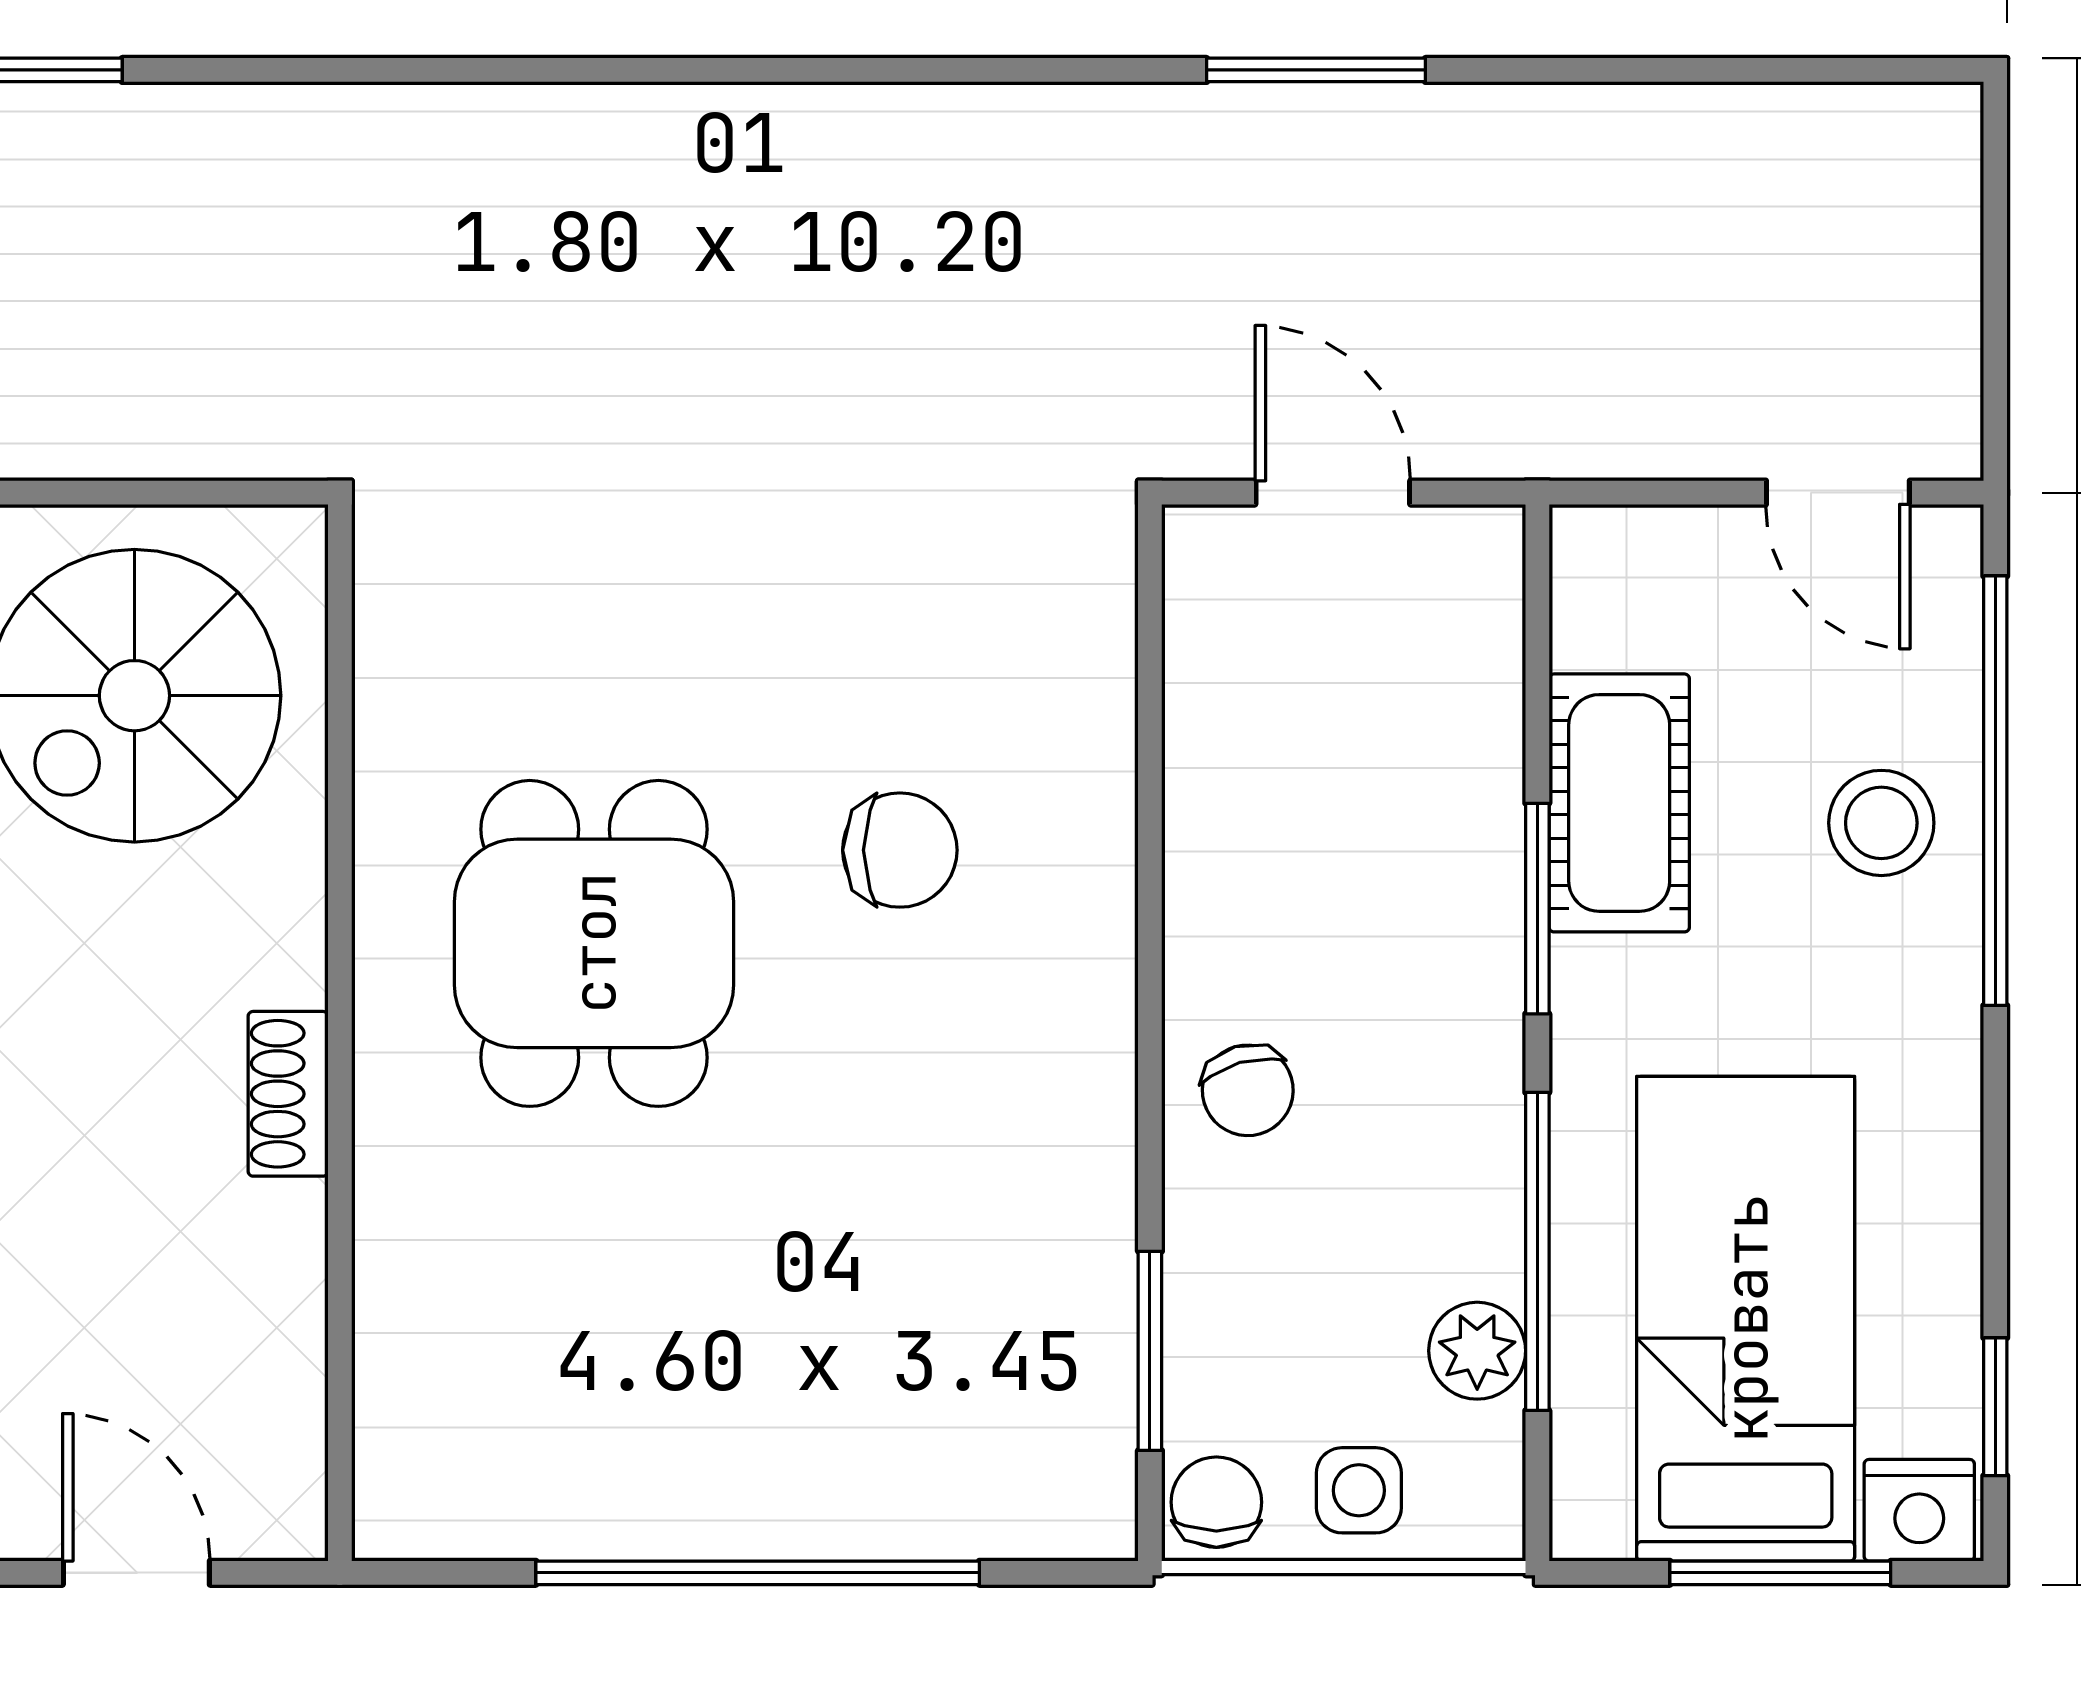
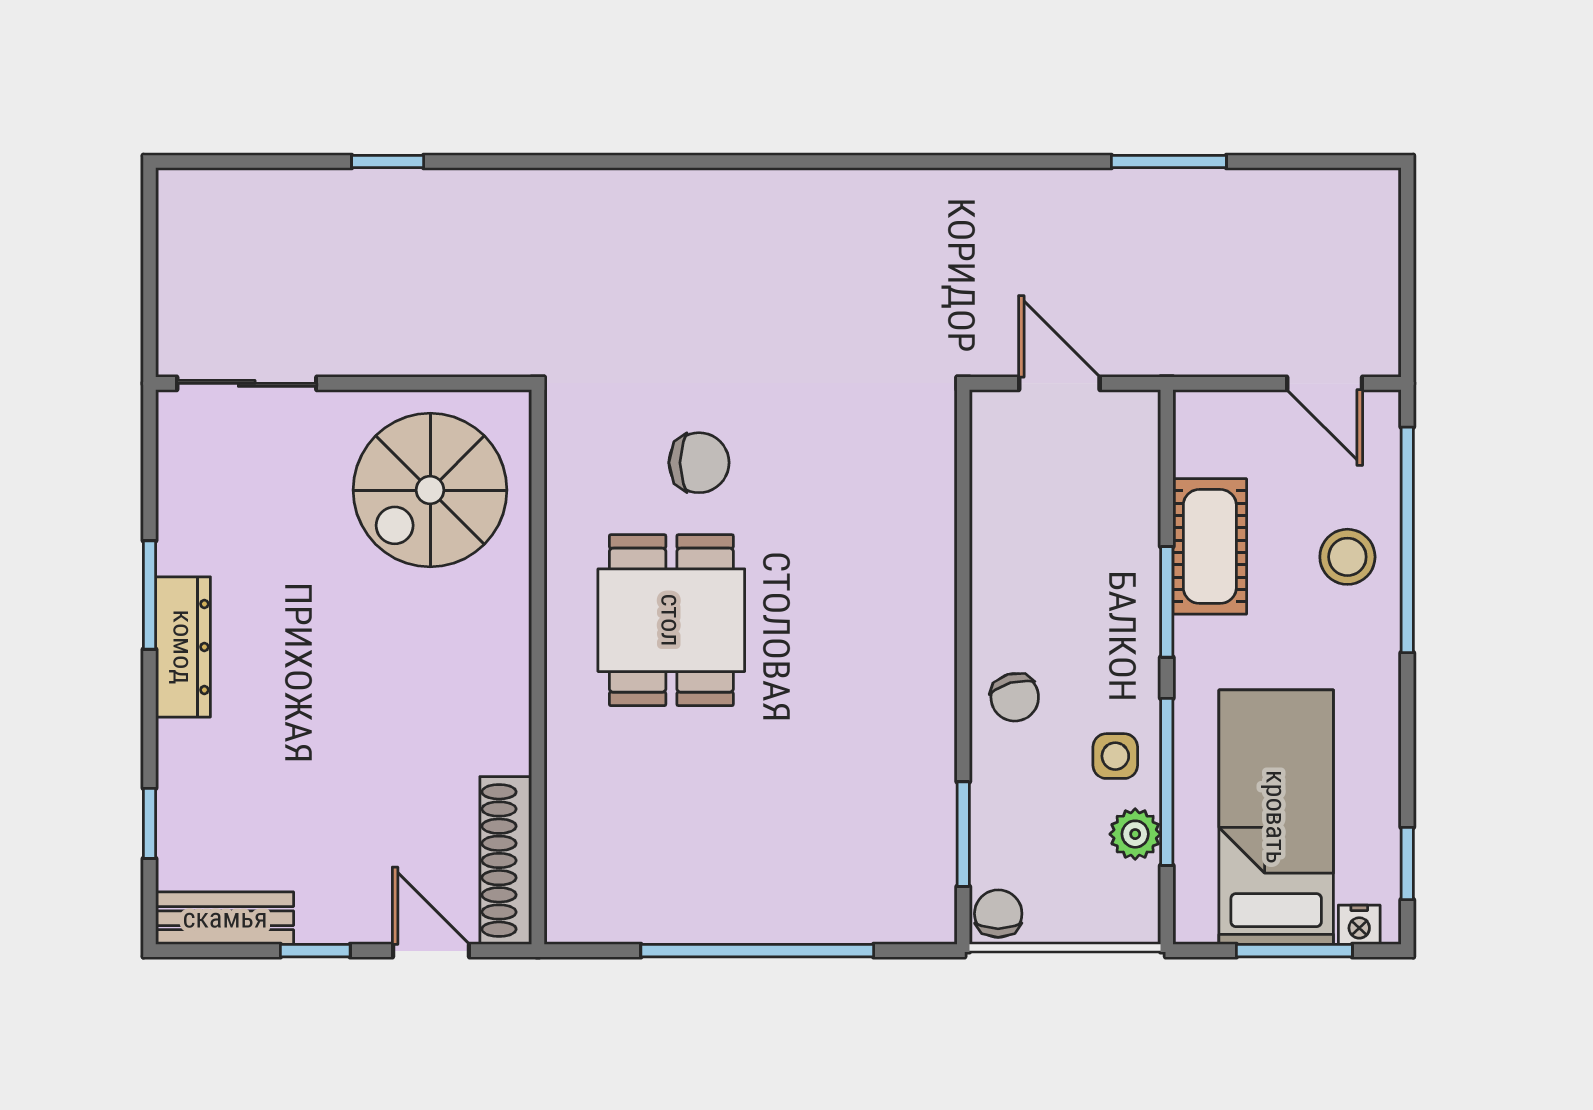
window: (1316, 70) -> (1169, 161), moved
chair: (900, 850) -> (699, 463), moved
shoe rack: (288, 1094) -> (506, 861), moved, width x1.94, depth x1.24
side table: (1359, 1490) -> (1115, 756), moved
nightstand: (1919, 1510) -> (1359, 925), width x0.72, depth x0.74

